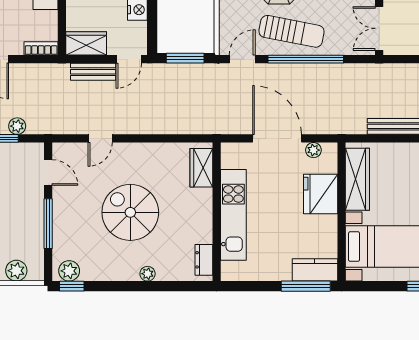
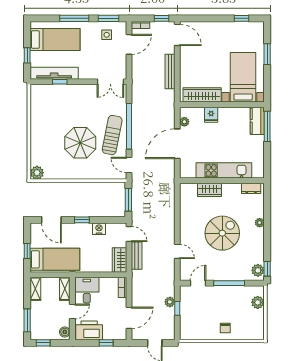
wardrobe: (201, 168) -> (209, 190), moved
fridge: (321, 194) -> (211, 115), width x0.53, depth x0.75
spiral stairs: (130, 212) -> (222, 233), turned 180

